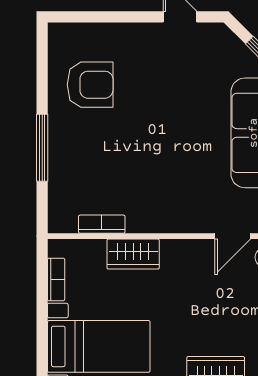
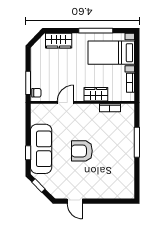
armchair: (90, 85) -> (82, 151), moved
door: (233, 236) -> (65, 102), moved

